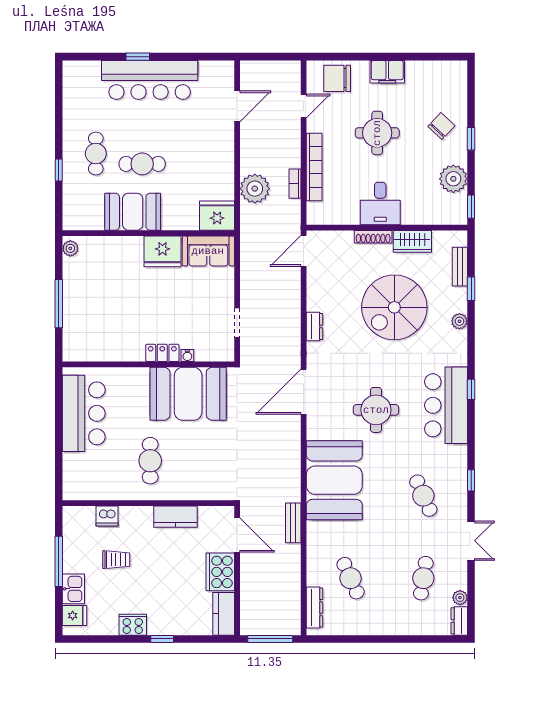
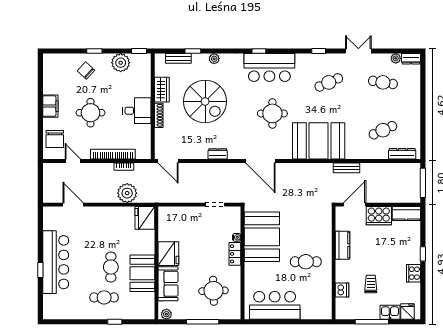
sofa: (208, 251) -> (168, 284), moved
round table: (106, 320) -> (213, 291), added

